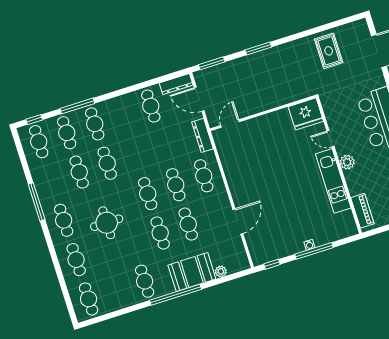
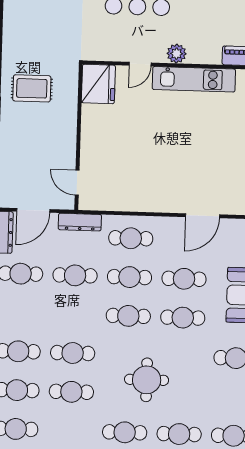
rug: (329, 51) -> (32, 88), moved
cafe table: (163, 145) -> (75, 275), added
door: (238, 221) -> (203, 216), swing flipped

